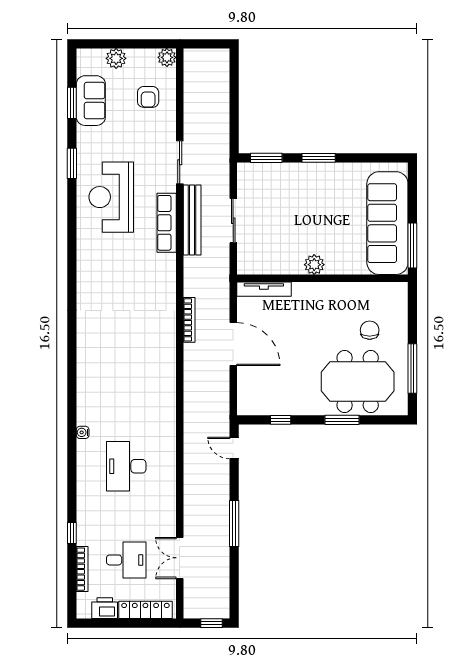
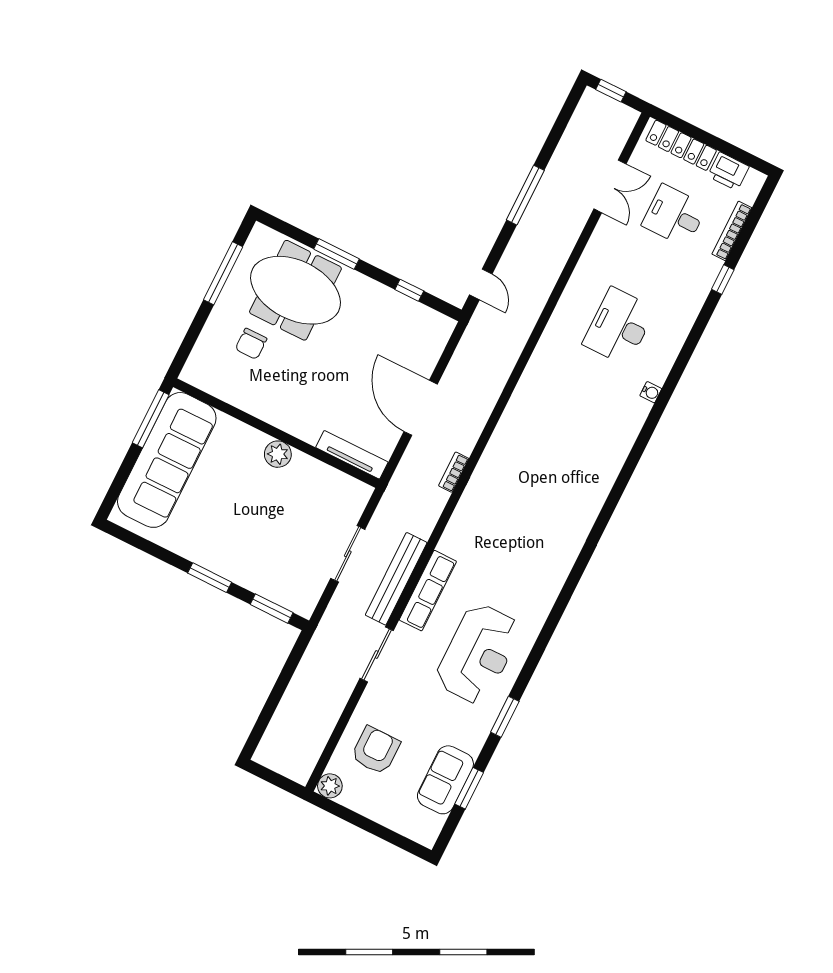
plant: (116, 58) -> (391, 815), removed
armchair: (148, 97) -> (376, 750), width x1.38, depth x1.38
bookcase: (189, 320) -> (454, 472), width x0.64
desk: (126, 466) -> (619, 326), turned 180

